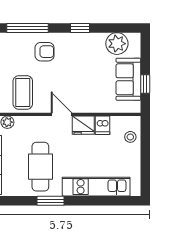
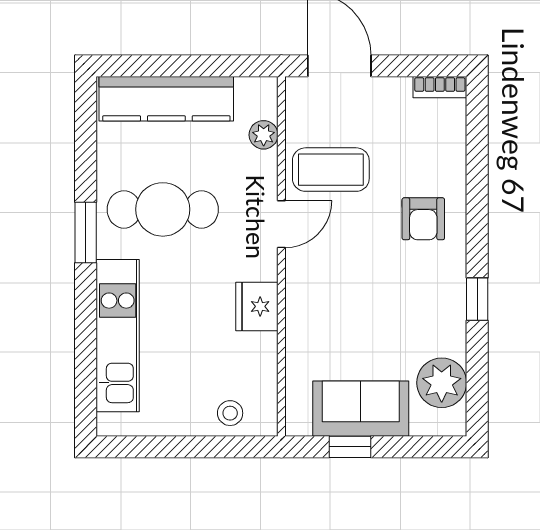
window: (28, 28) -> (477, 180), removed
door: (61, 114) -> (281, 224), moved
dishwasher: (102, 125) -> (257, 350), removed

